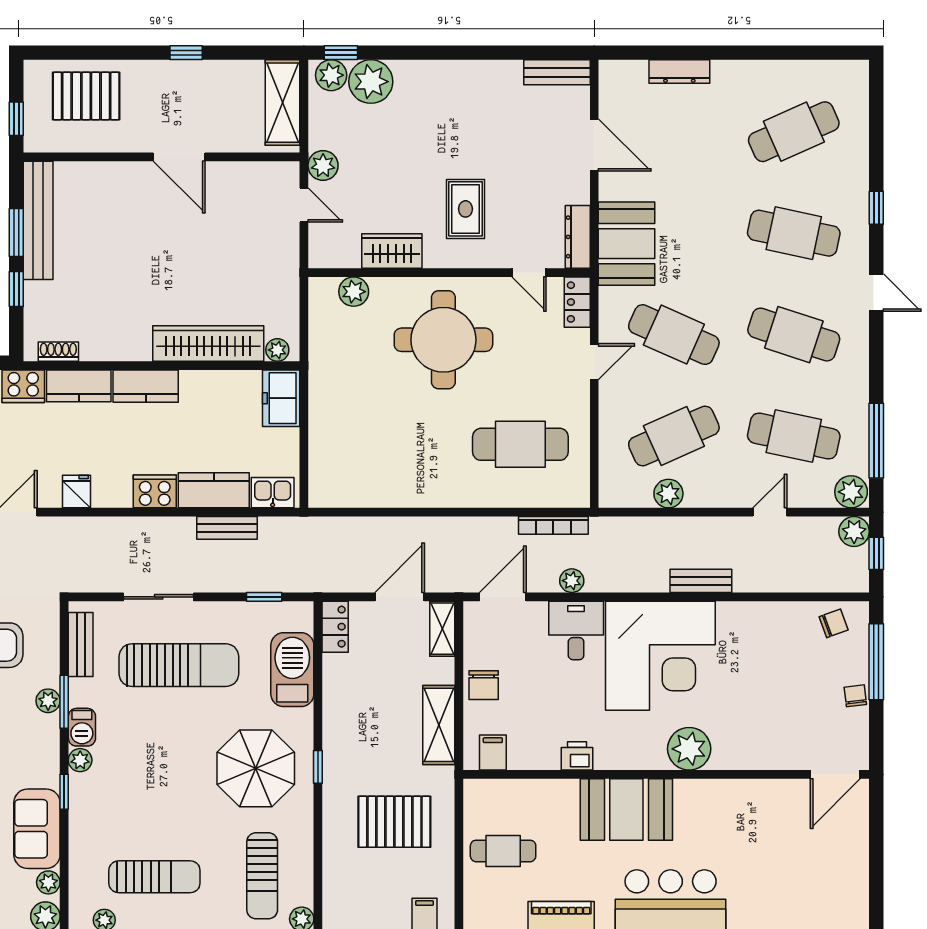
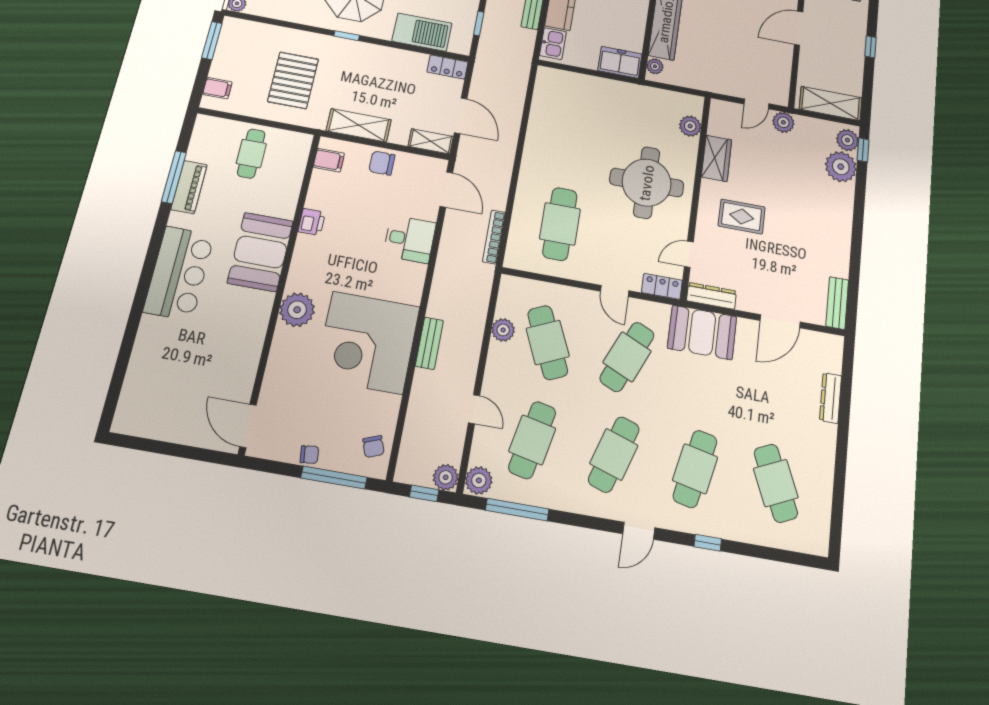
plant: (572, 581) -> (449, 243), removed
corner desk: (660, 656) -> (367, 342), moved

